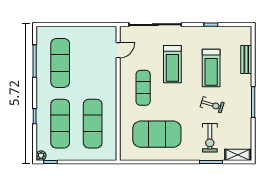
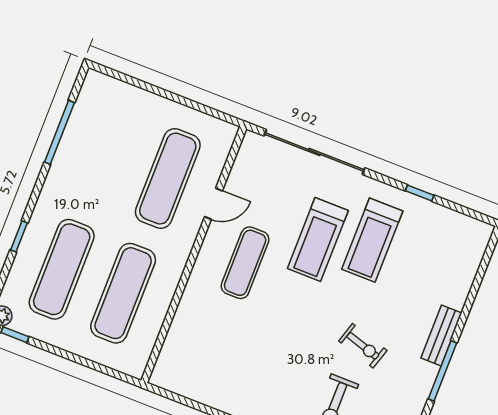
door: (118, 50) -> (213, 204), moved
bench: (246, 60) -> (441, 335), moved
exercise mat: (60, 63) -> (168, 179), moved
treadmill: (211, 68) -> (372, 240), moved
exercise mat: (157, 134) -> (237, 361), removed

